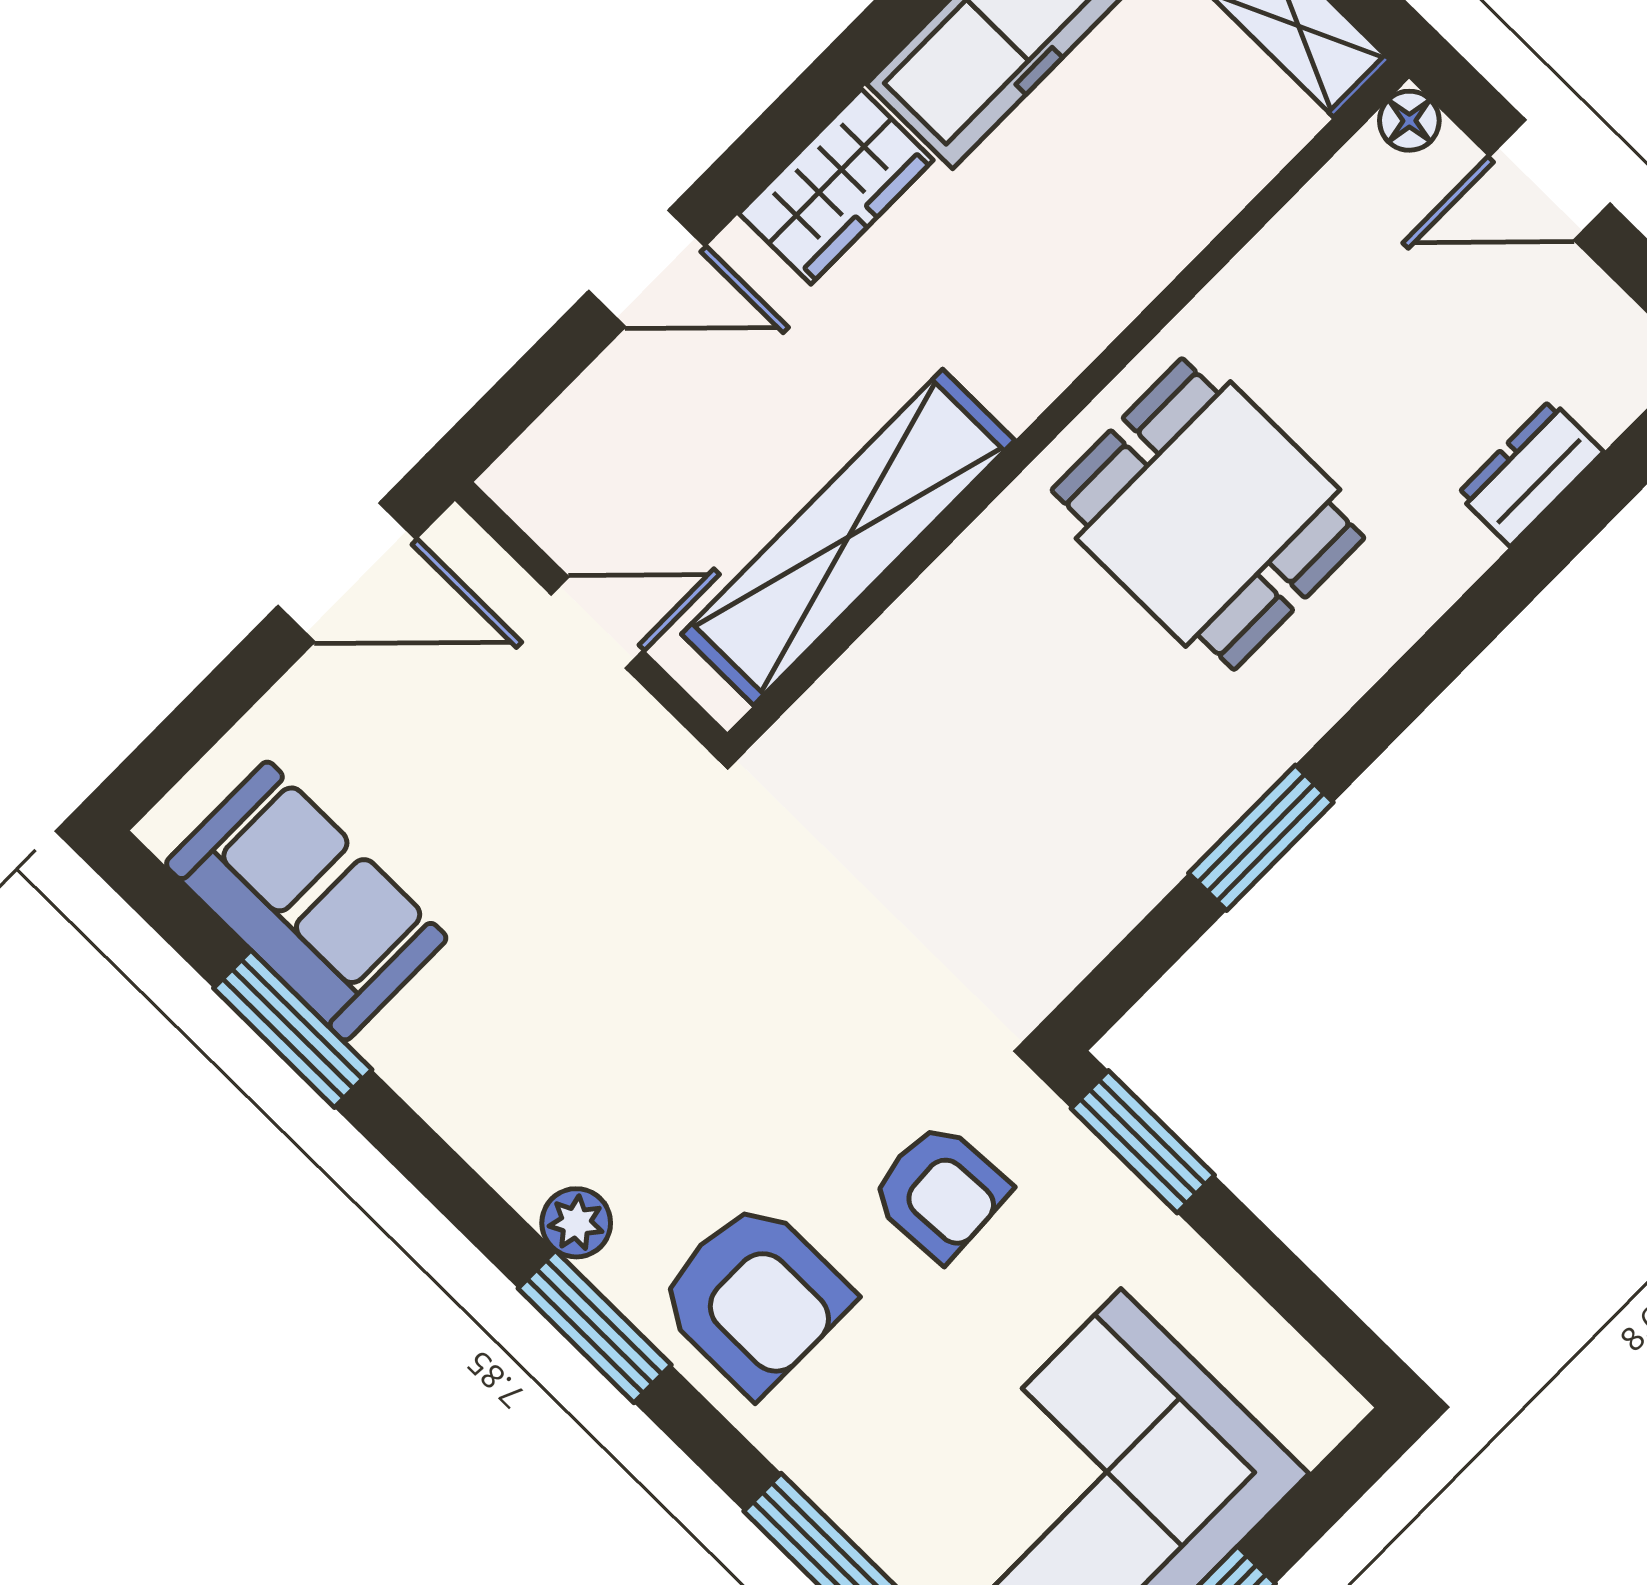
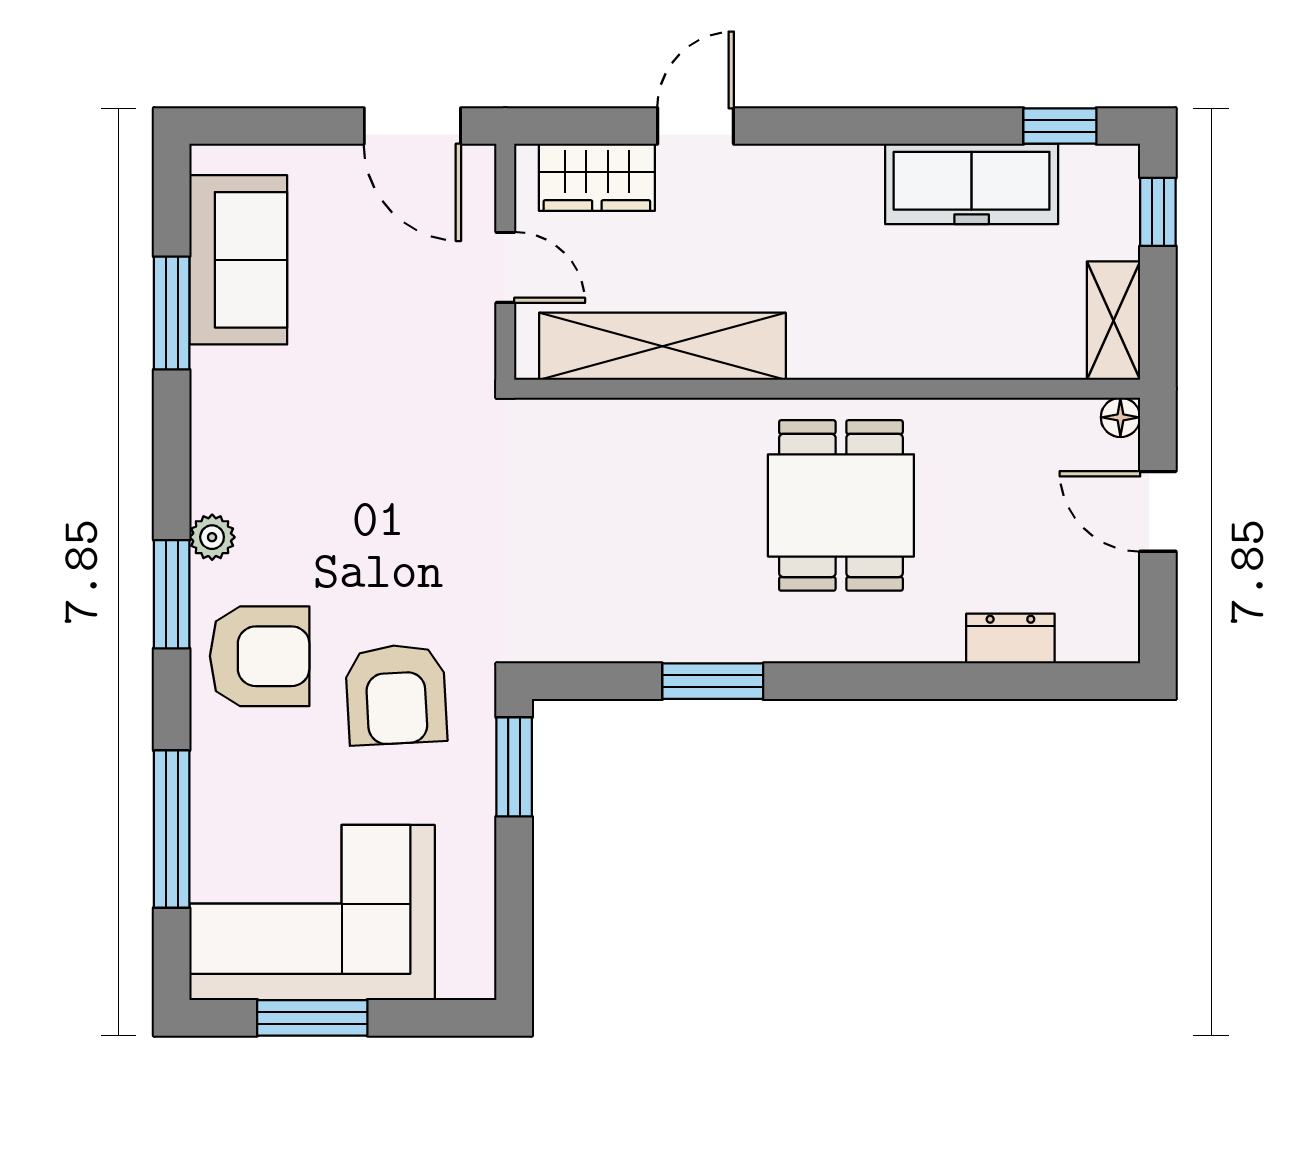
wardrobe: (836, 187) -> (597, 177), moved
door: (647, 268) -> (696, 126), swing flipped
armchair: (940, 1192) -> (396, 694), width x1.38, depth x1.38
armchair: (754, 1298) -> (260, 656), turned -90

